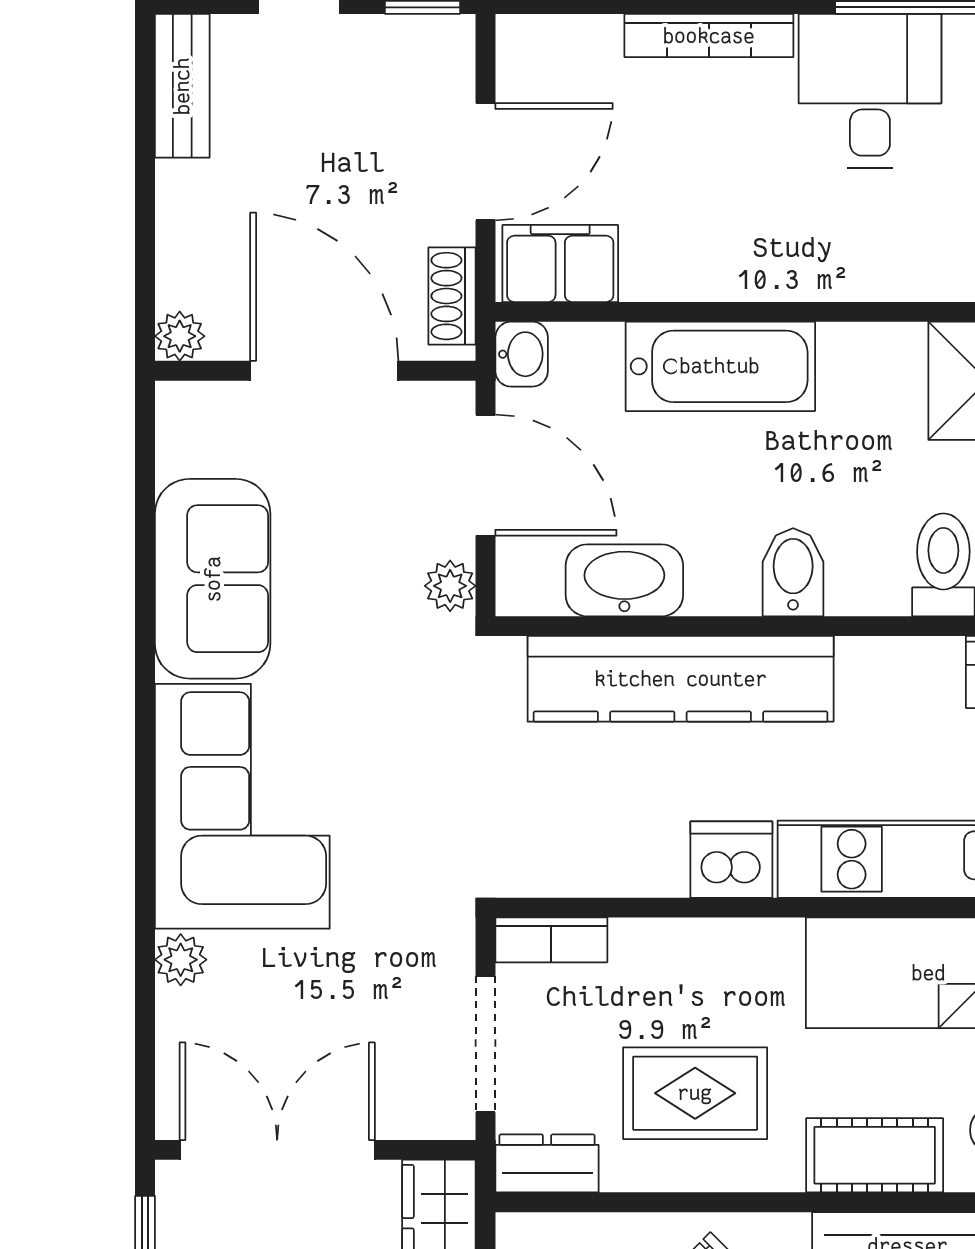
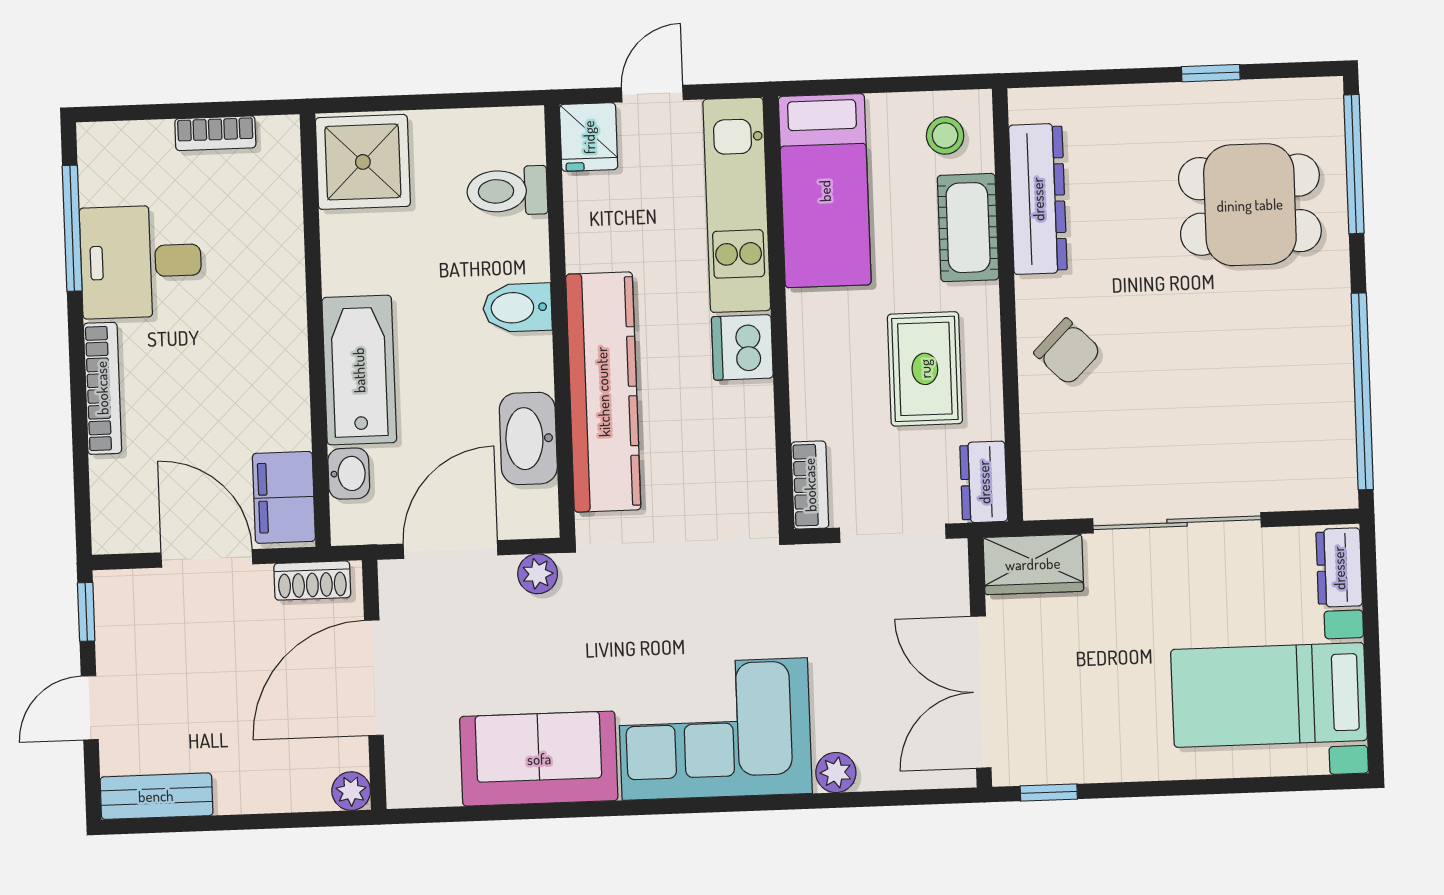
washbasin: (522, 354) -> (349, 474), moved, turned 90

